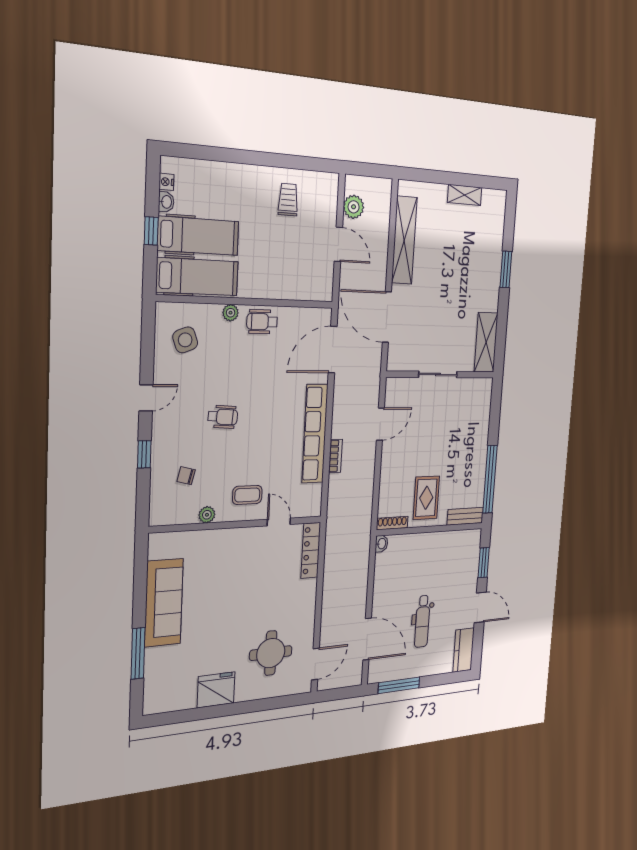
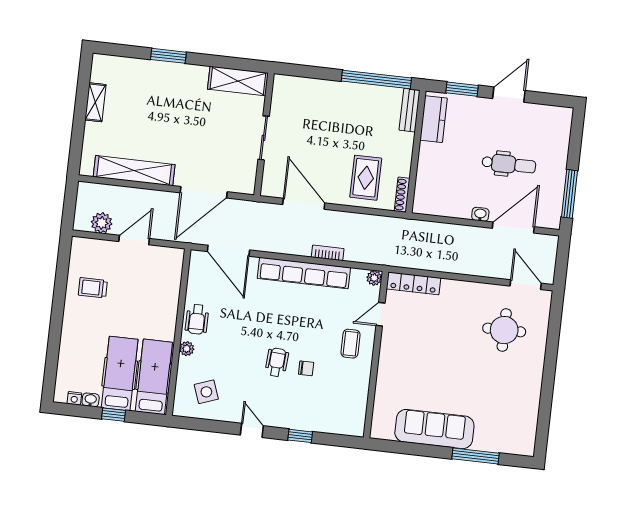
door: (380, 424) -> (304, 204), width x1.36
chair: (186, 476) -> (306, 368), moved, turned -104
rug: (426, 498) -> (366, 178), moved, turned 90
plant: (207, 515) -> (374, 278), moved
washbasin: (381, 544) -> (480, 214), moved
kitchen counter: (464, 650) -> (434, 119), moved, turned -90
fridge: (216, 690) -> (527, 386), removed

